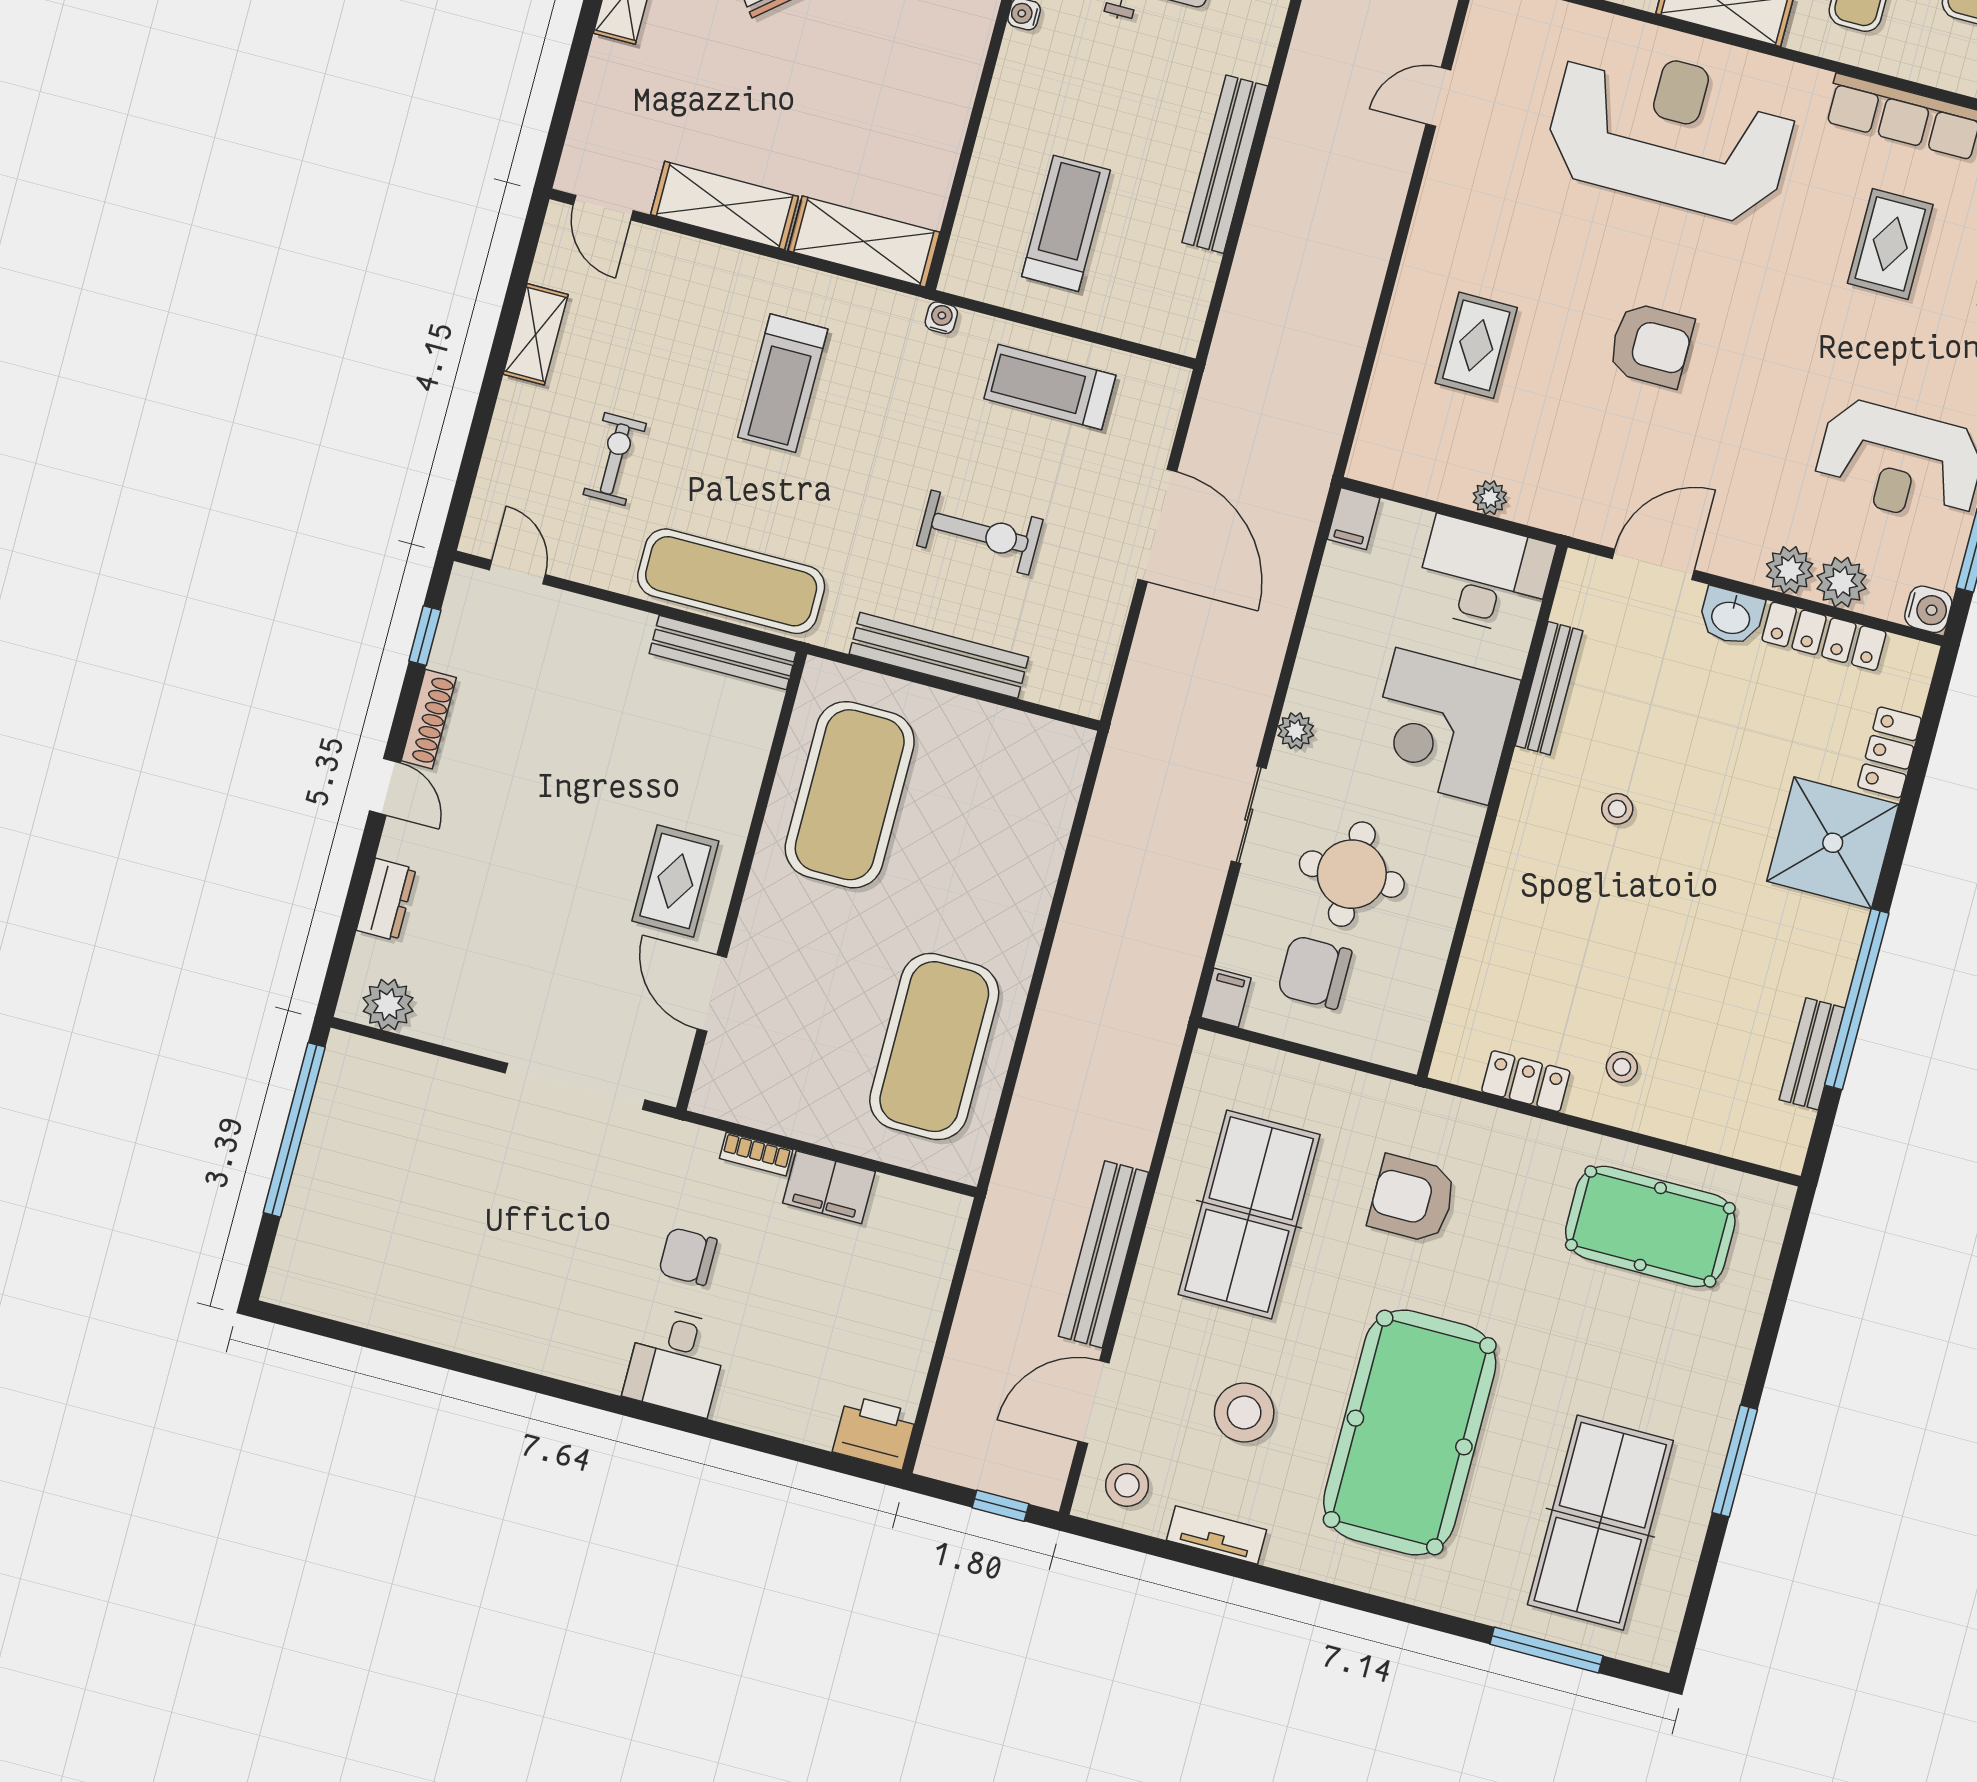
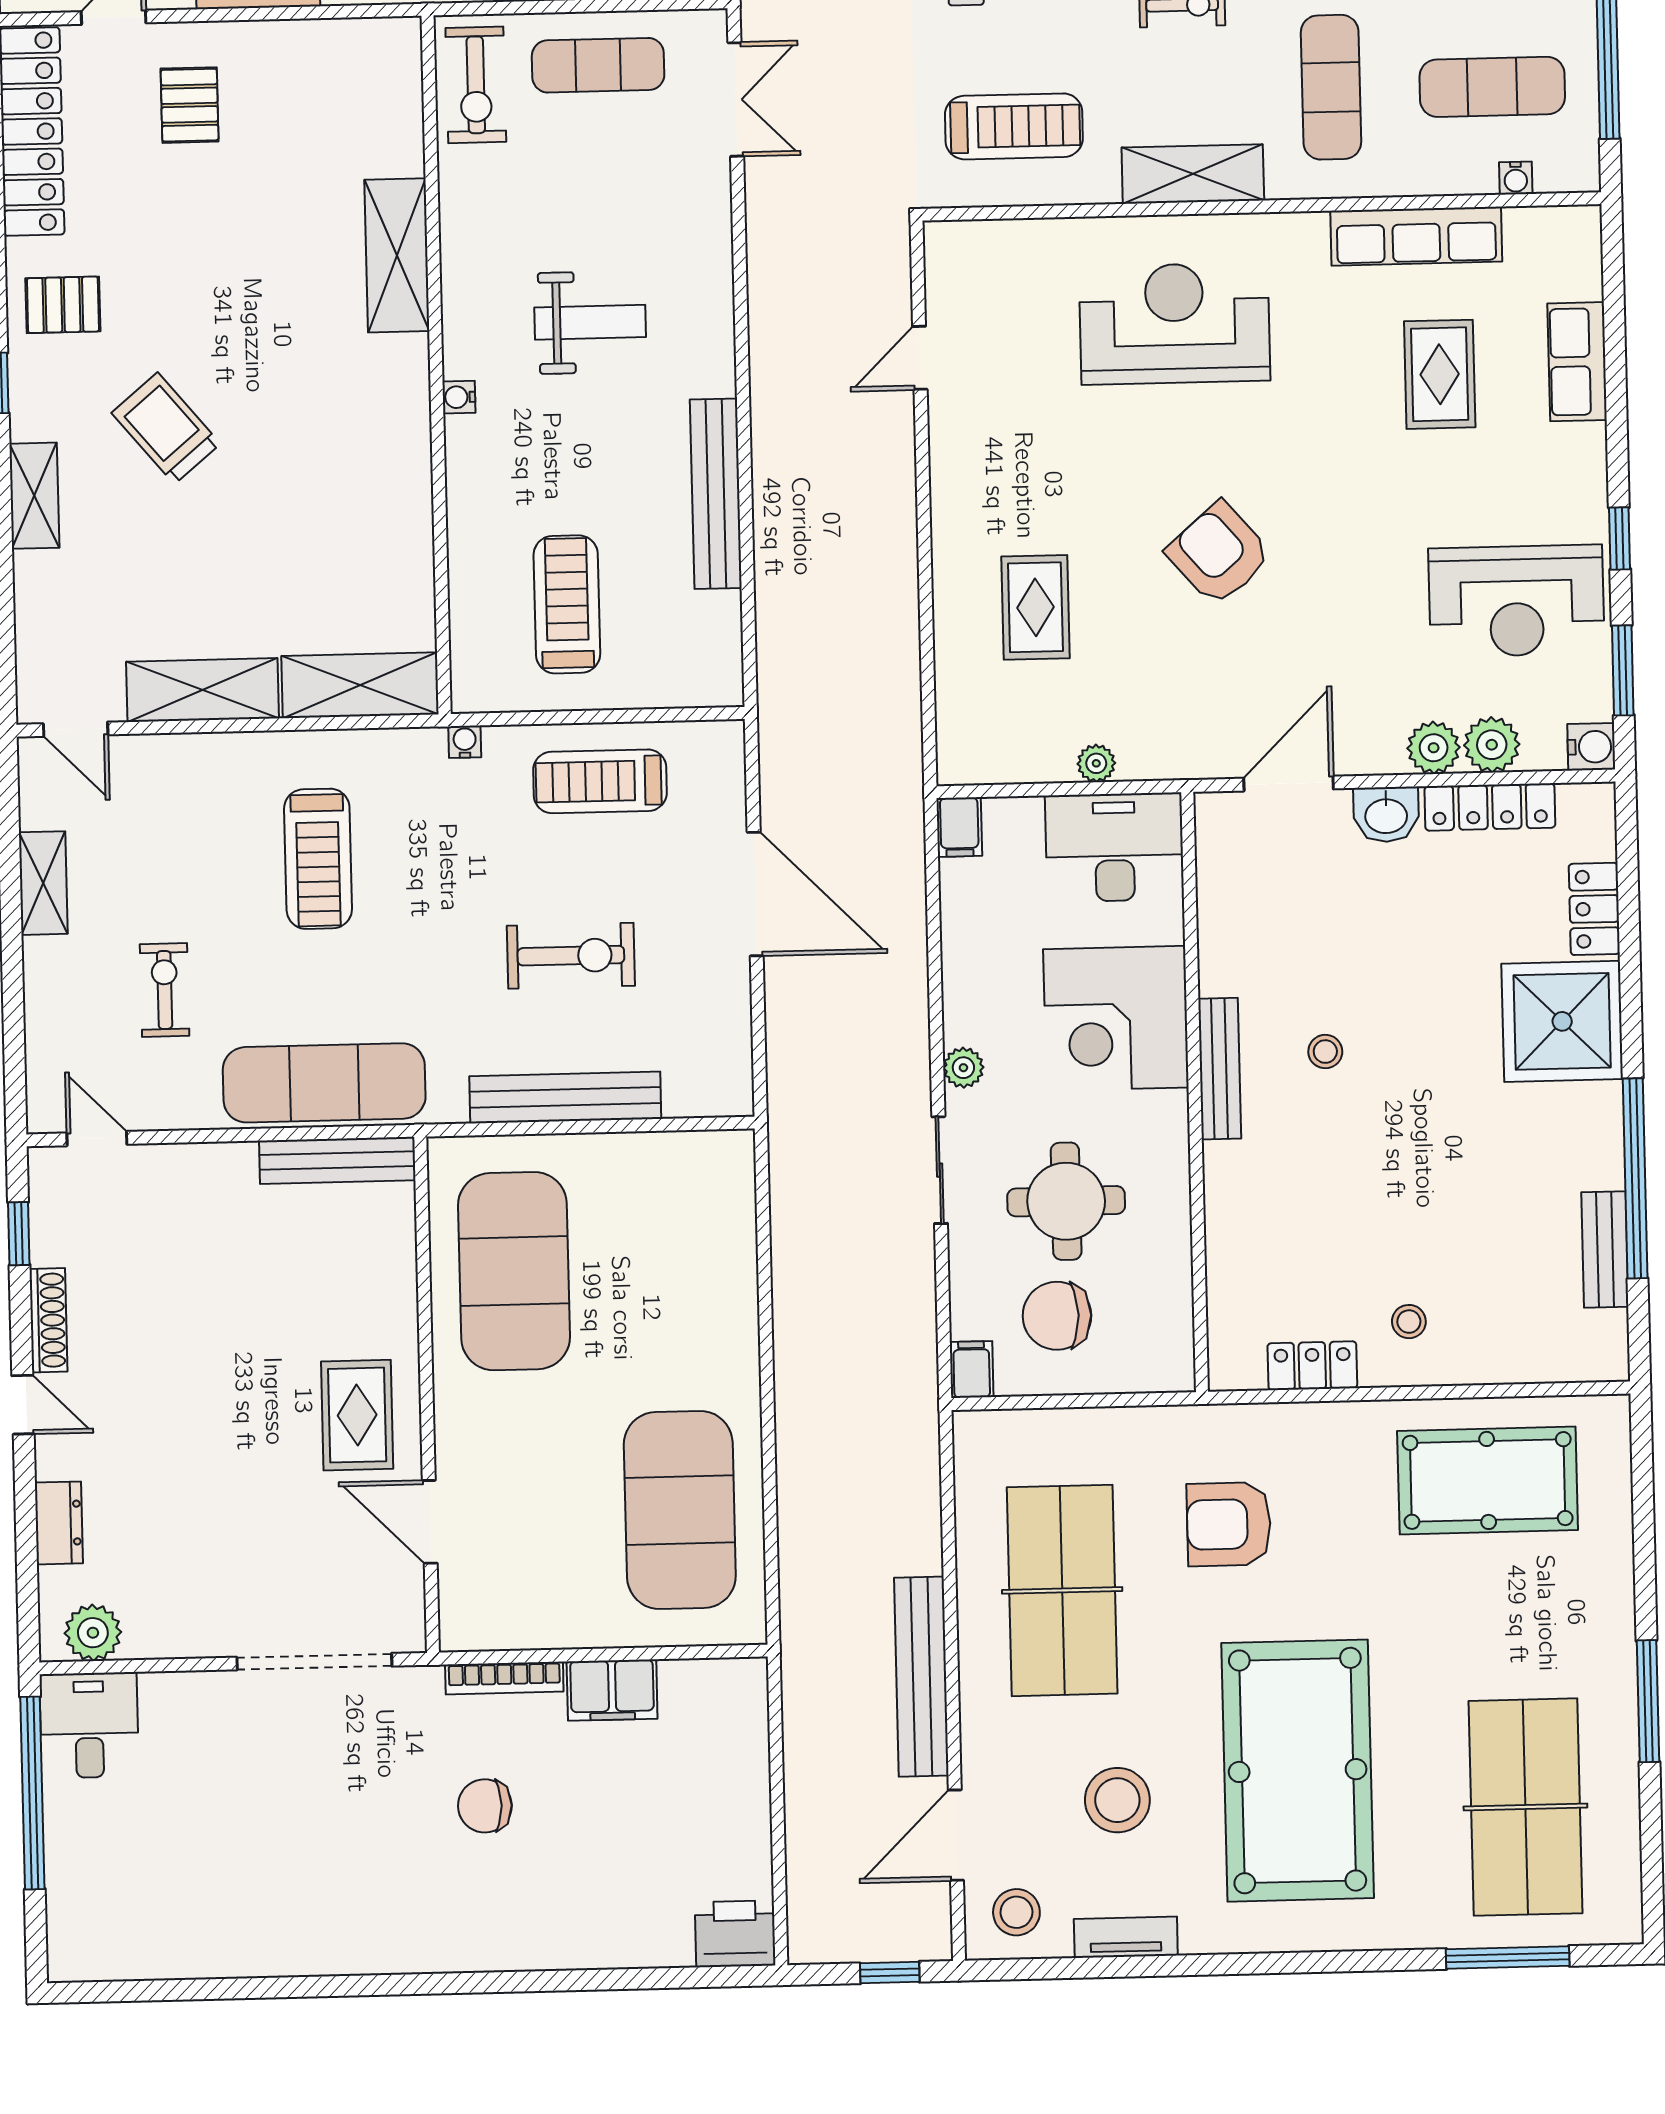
reception desk: (1671, 132) -> (1175, 324), width x0.74, depth x0.77
armchair: (1651, 345) -> (1219, 554), turned -131
bench: (1549, 688) -> (1220, 1069), moved
bookcase: (756, 1154) -> (504, 1678), width x1.56
desk: (676, 1361) -> (89, 1725), moved, turned 180

